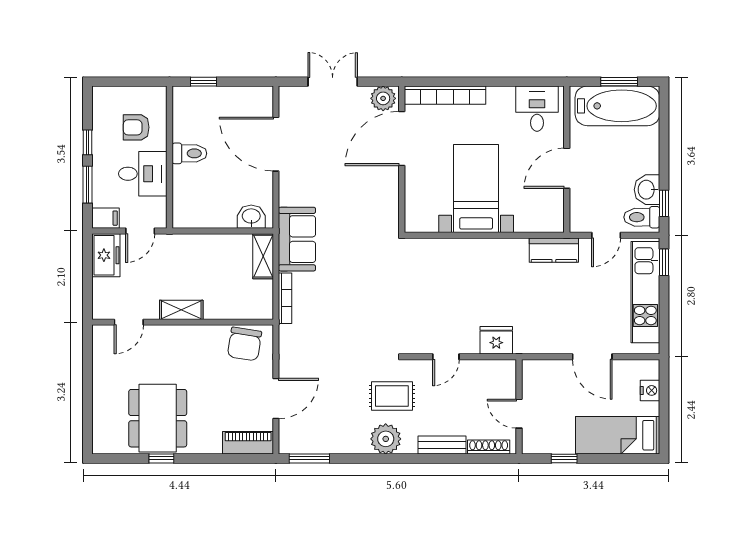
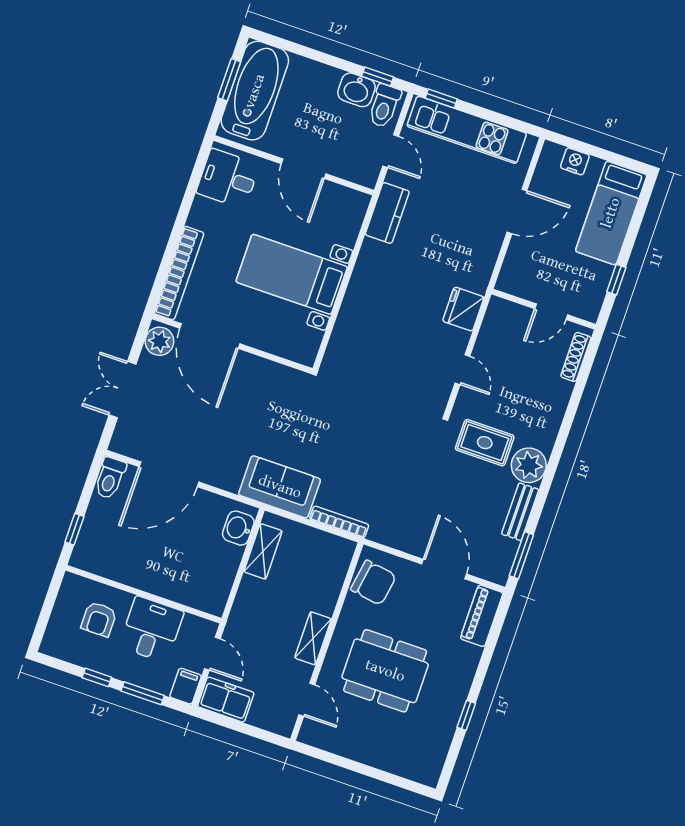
toilet: (189, 153) -> (110, 478), moved, turned 180
shelving: (263, 256) -> (263, 551), moved, turned 90
rug: (392, 396) -> (485, 443), turned 90
dining table: (158, 418) -> (385, 671), moved
bench: (442, 445) -> (520, 512), moved

